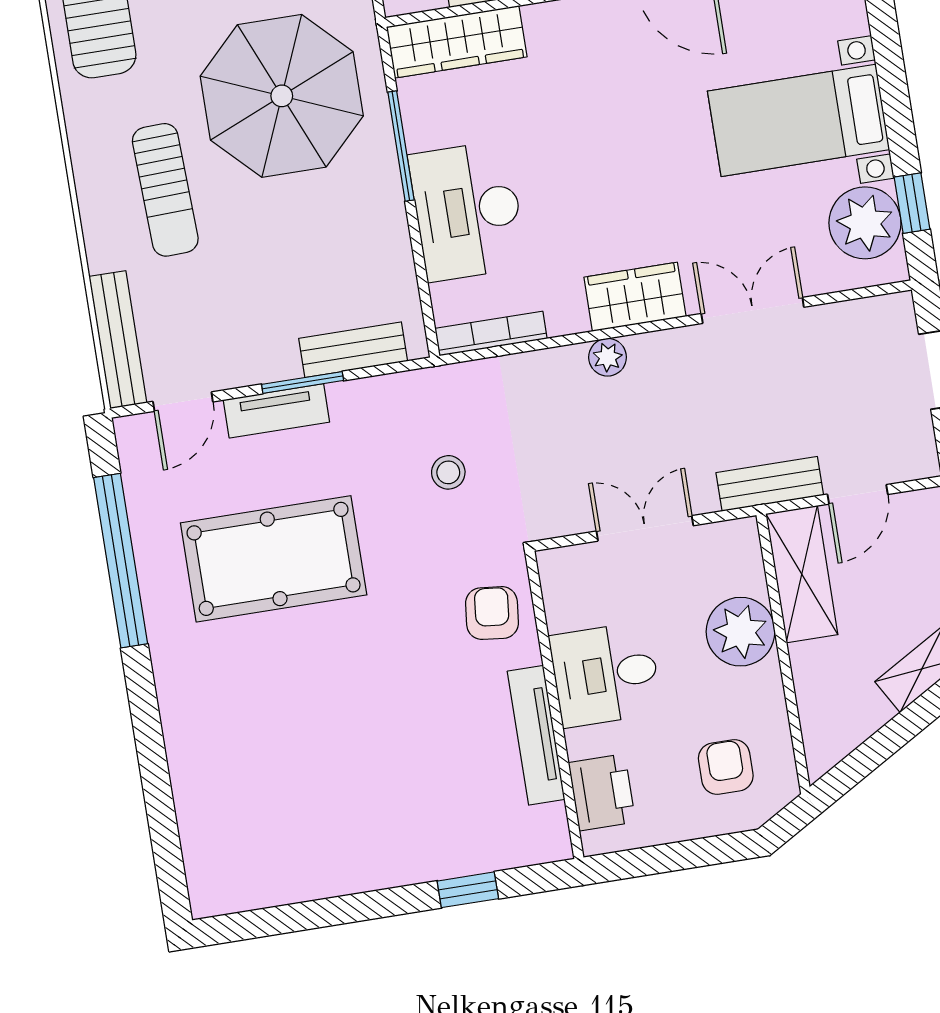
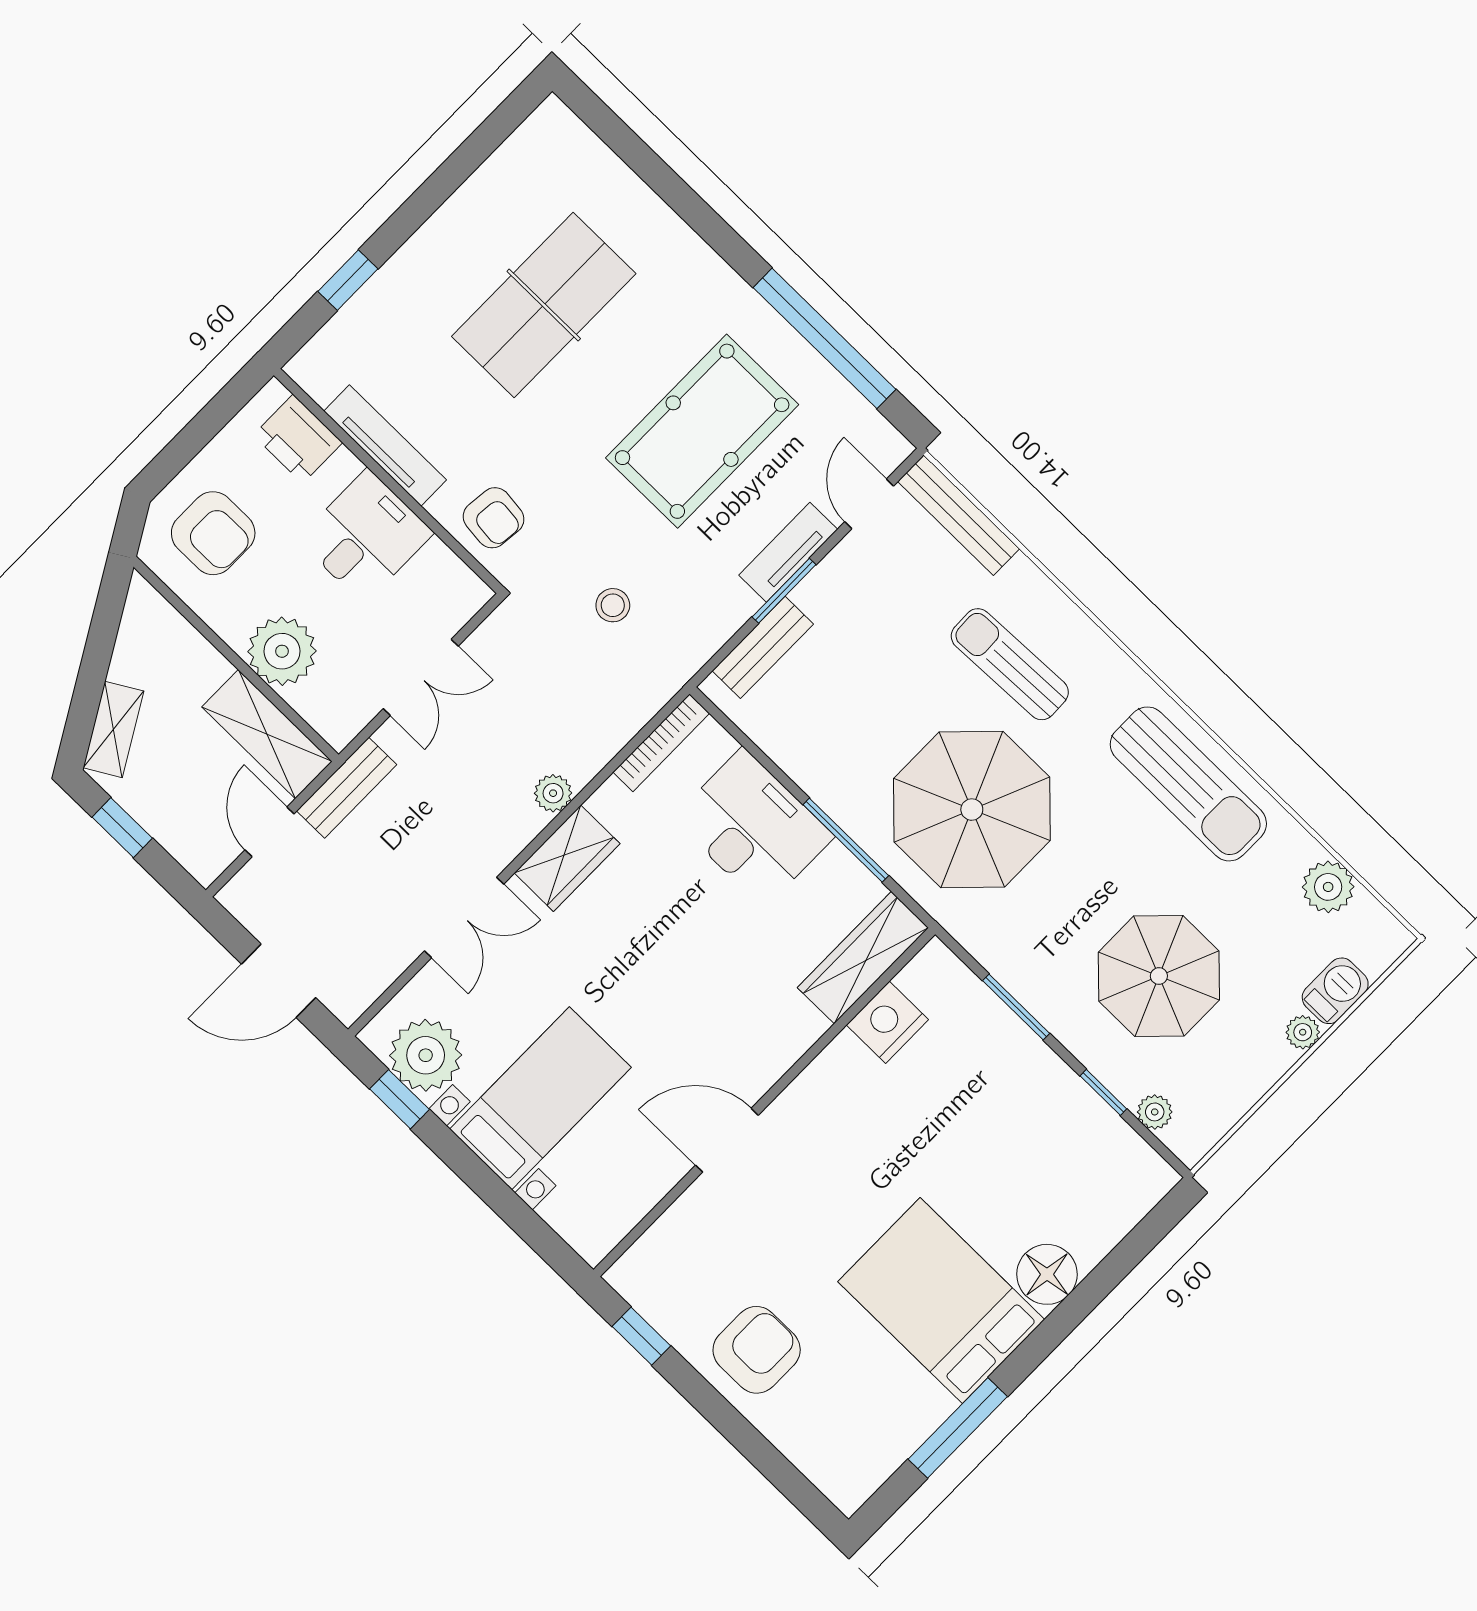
table tennis table: (326, 754) -> (544, 305), added
armchair: (726, 767) -> (213, 533), width x1.38, depth x1.38

